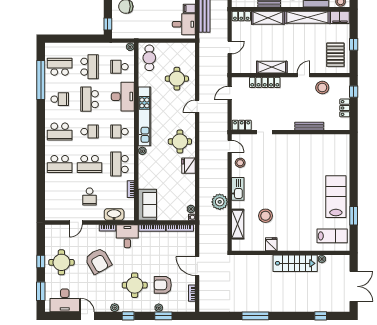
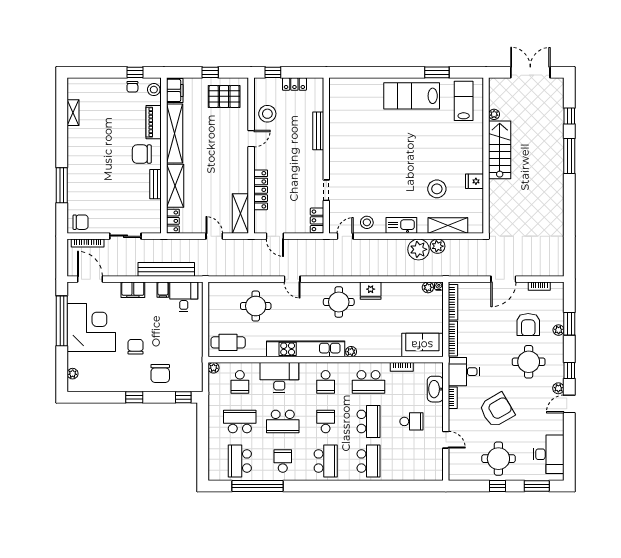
shelving: (272, 67) -> (240, 214), moved
door: (304, 75) -> (251, 139), swing flipped
plant: (222, 216) -> (437, 246), added
door: (88, 316) -> (569, 404), moved
window: (255, 316) -> (569, 156), moved

